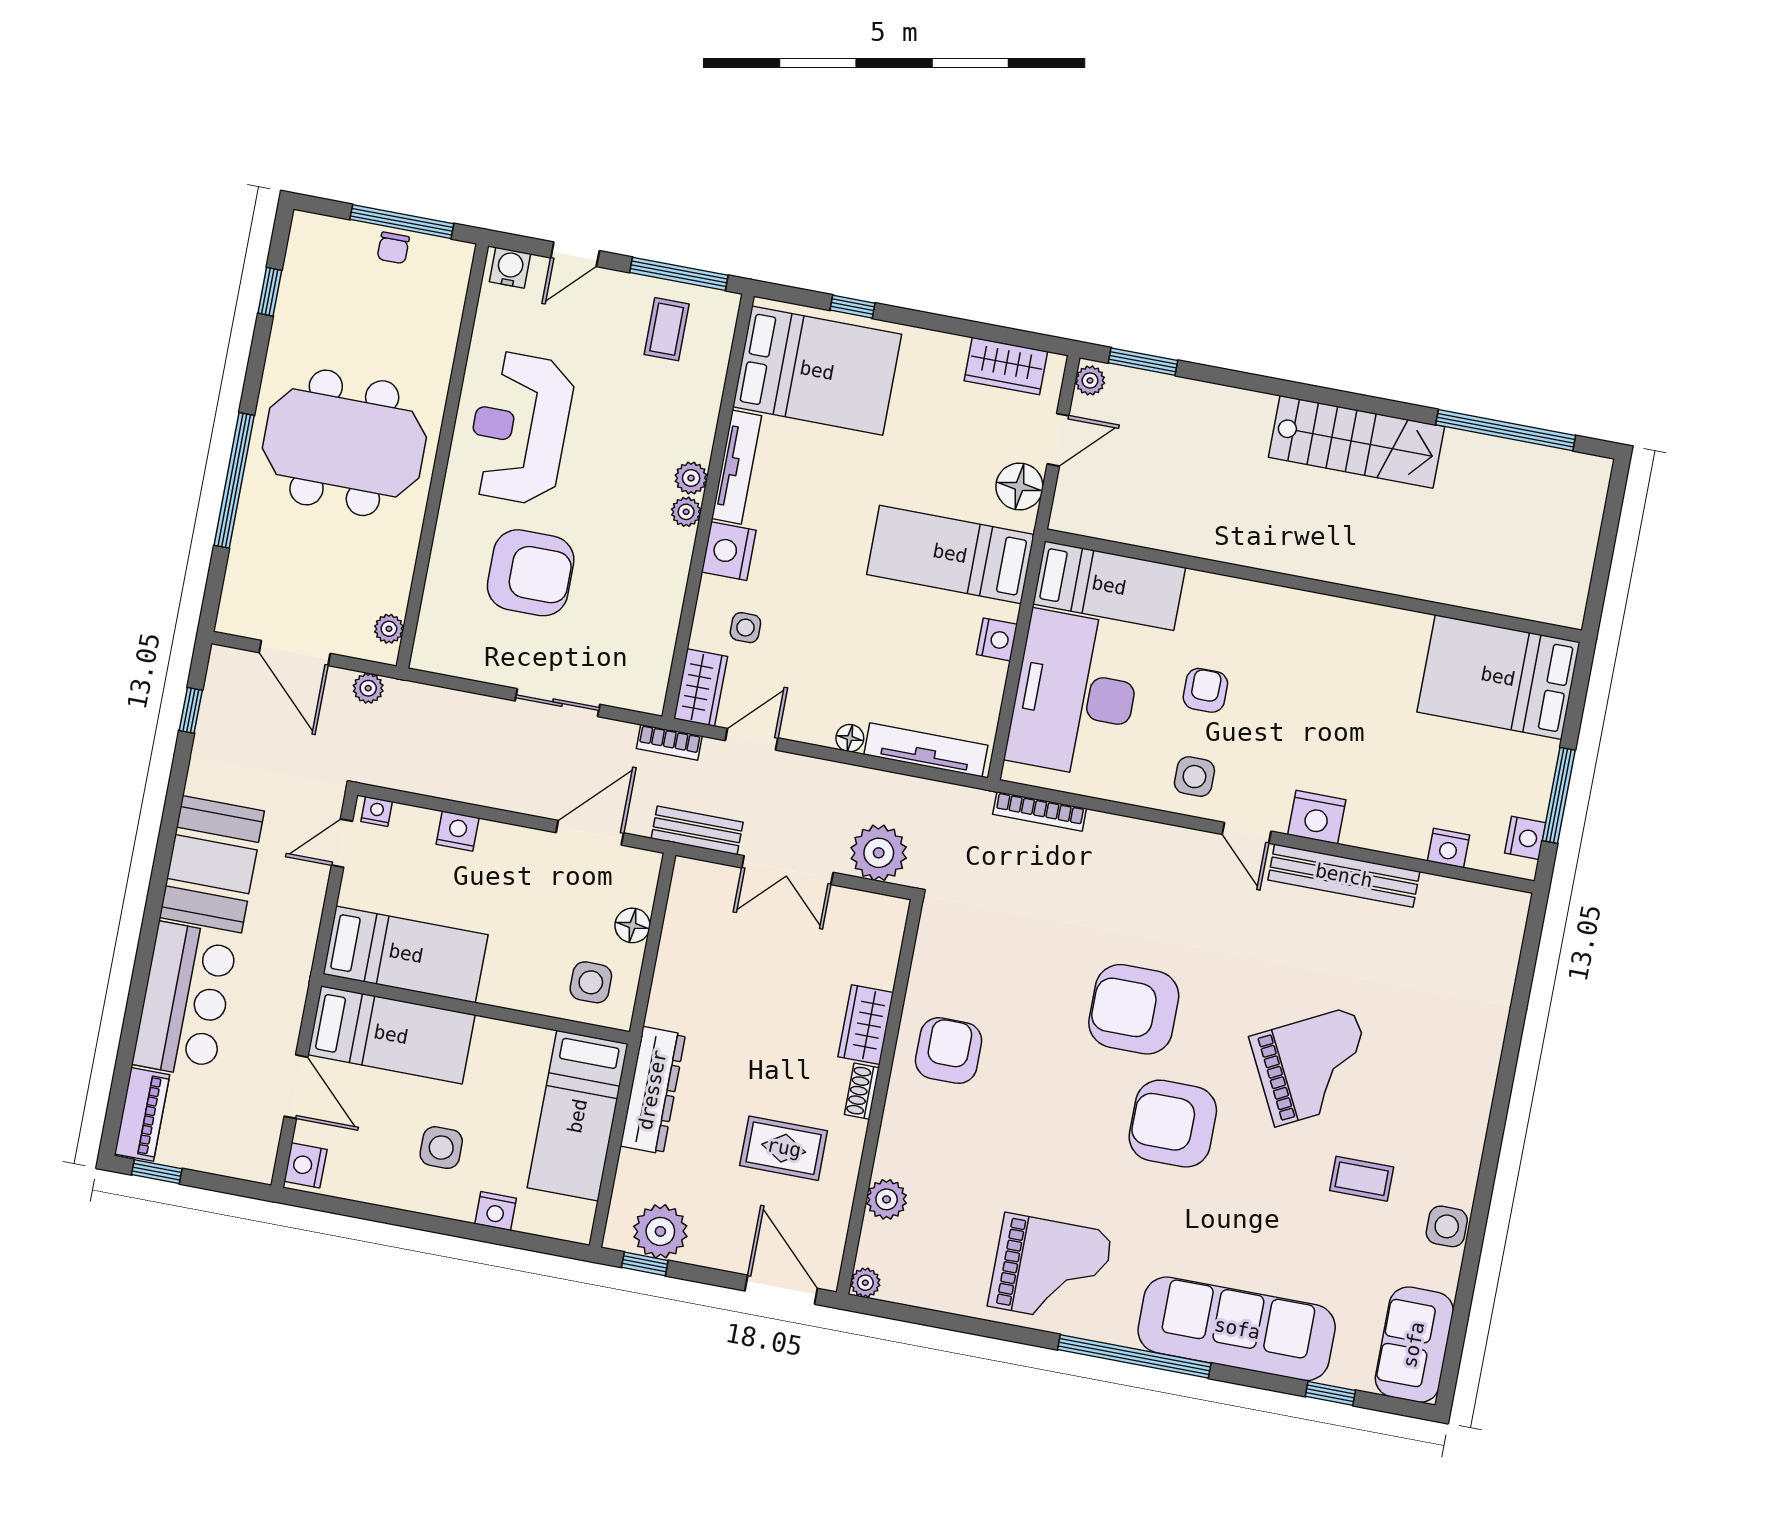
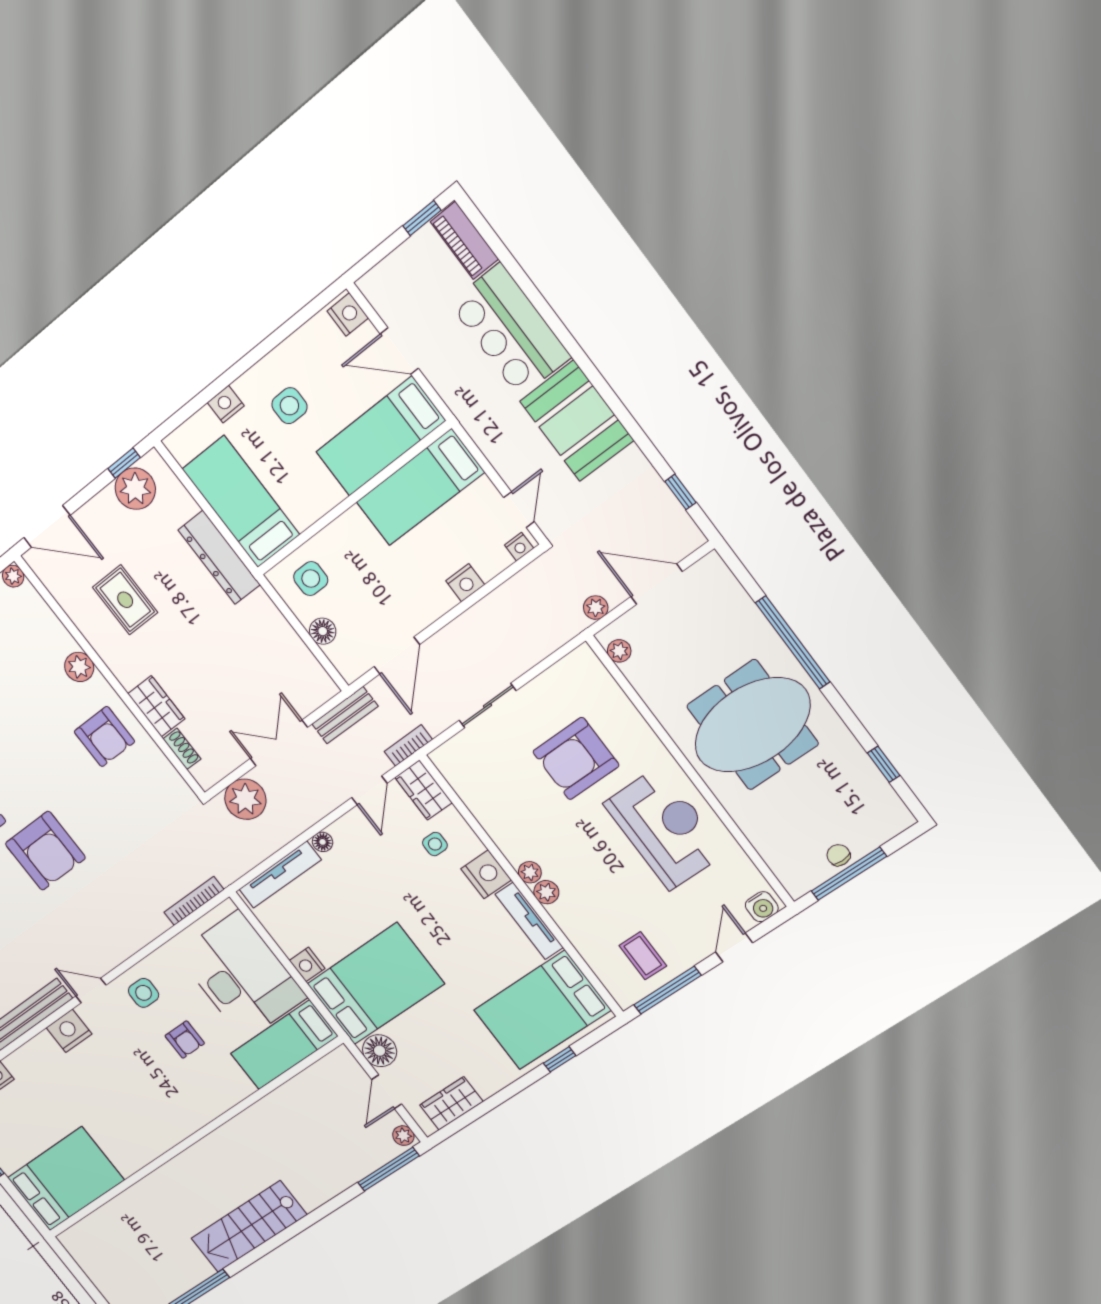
window: (1143, 362) -> (388, 1169), width x1.44
bed: (950, 554) -> (375, 984), width x1.50
armchair: (1134, 1009) -> (45, 851), turned 90
shoe rack: (862, 1091) -> (182, 749), moved
rug: (784, 1148) -> (125, 600), turned 90
plant: (887, 1199) -> (79, 667), moved

